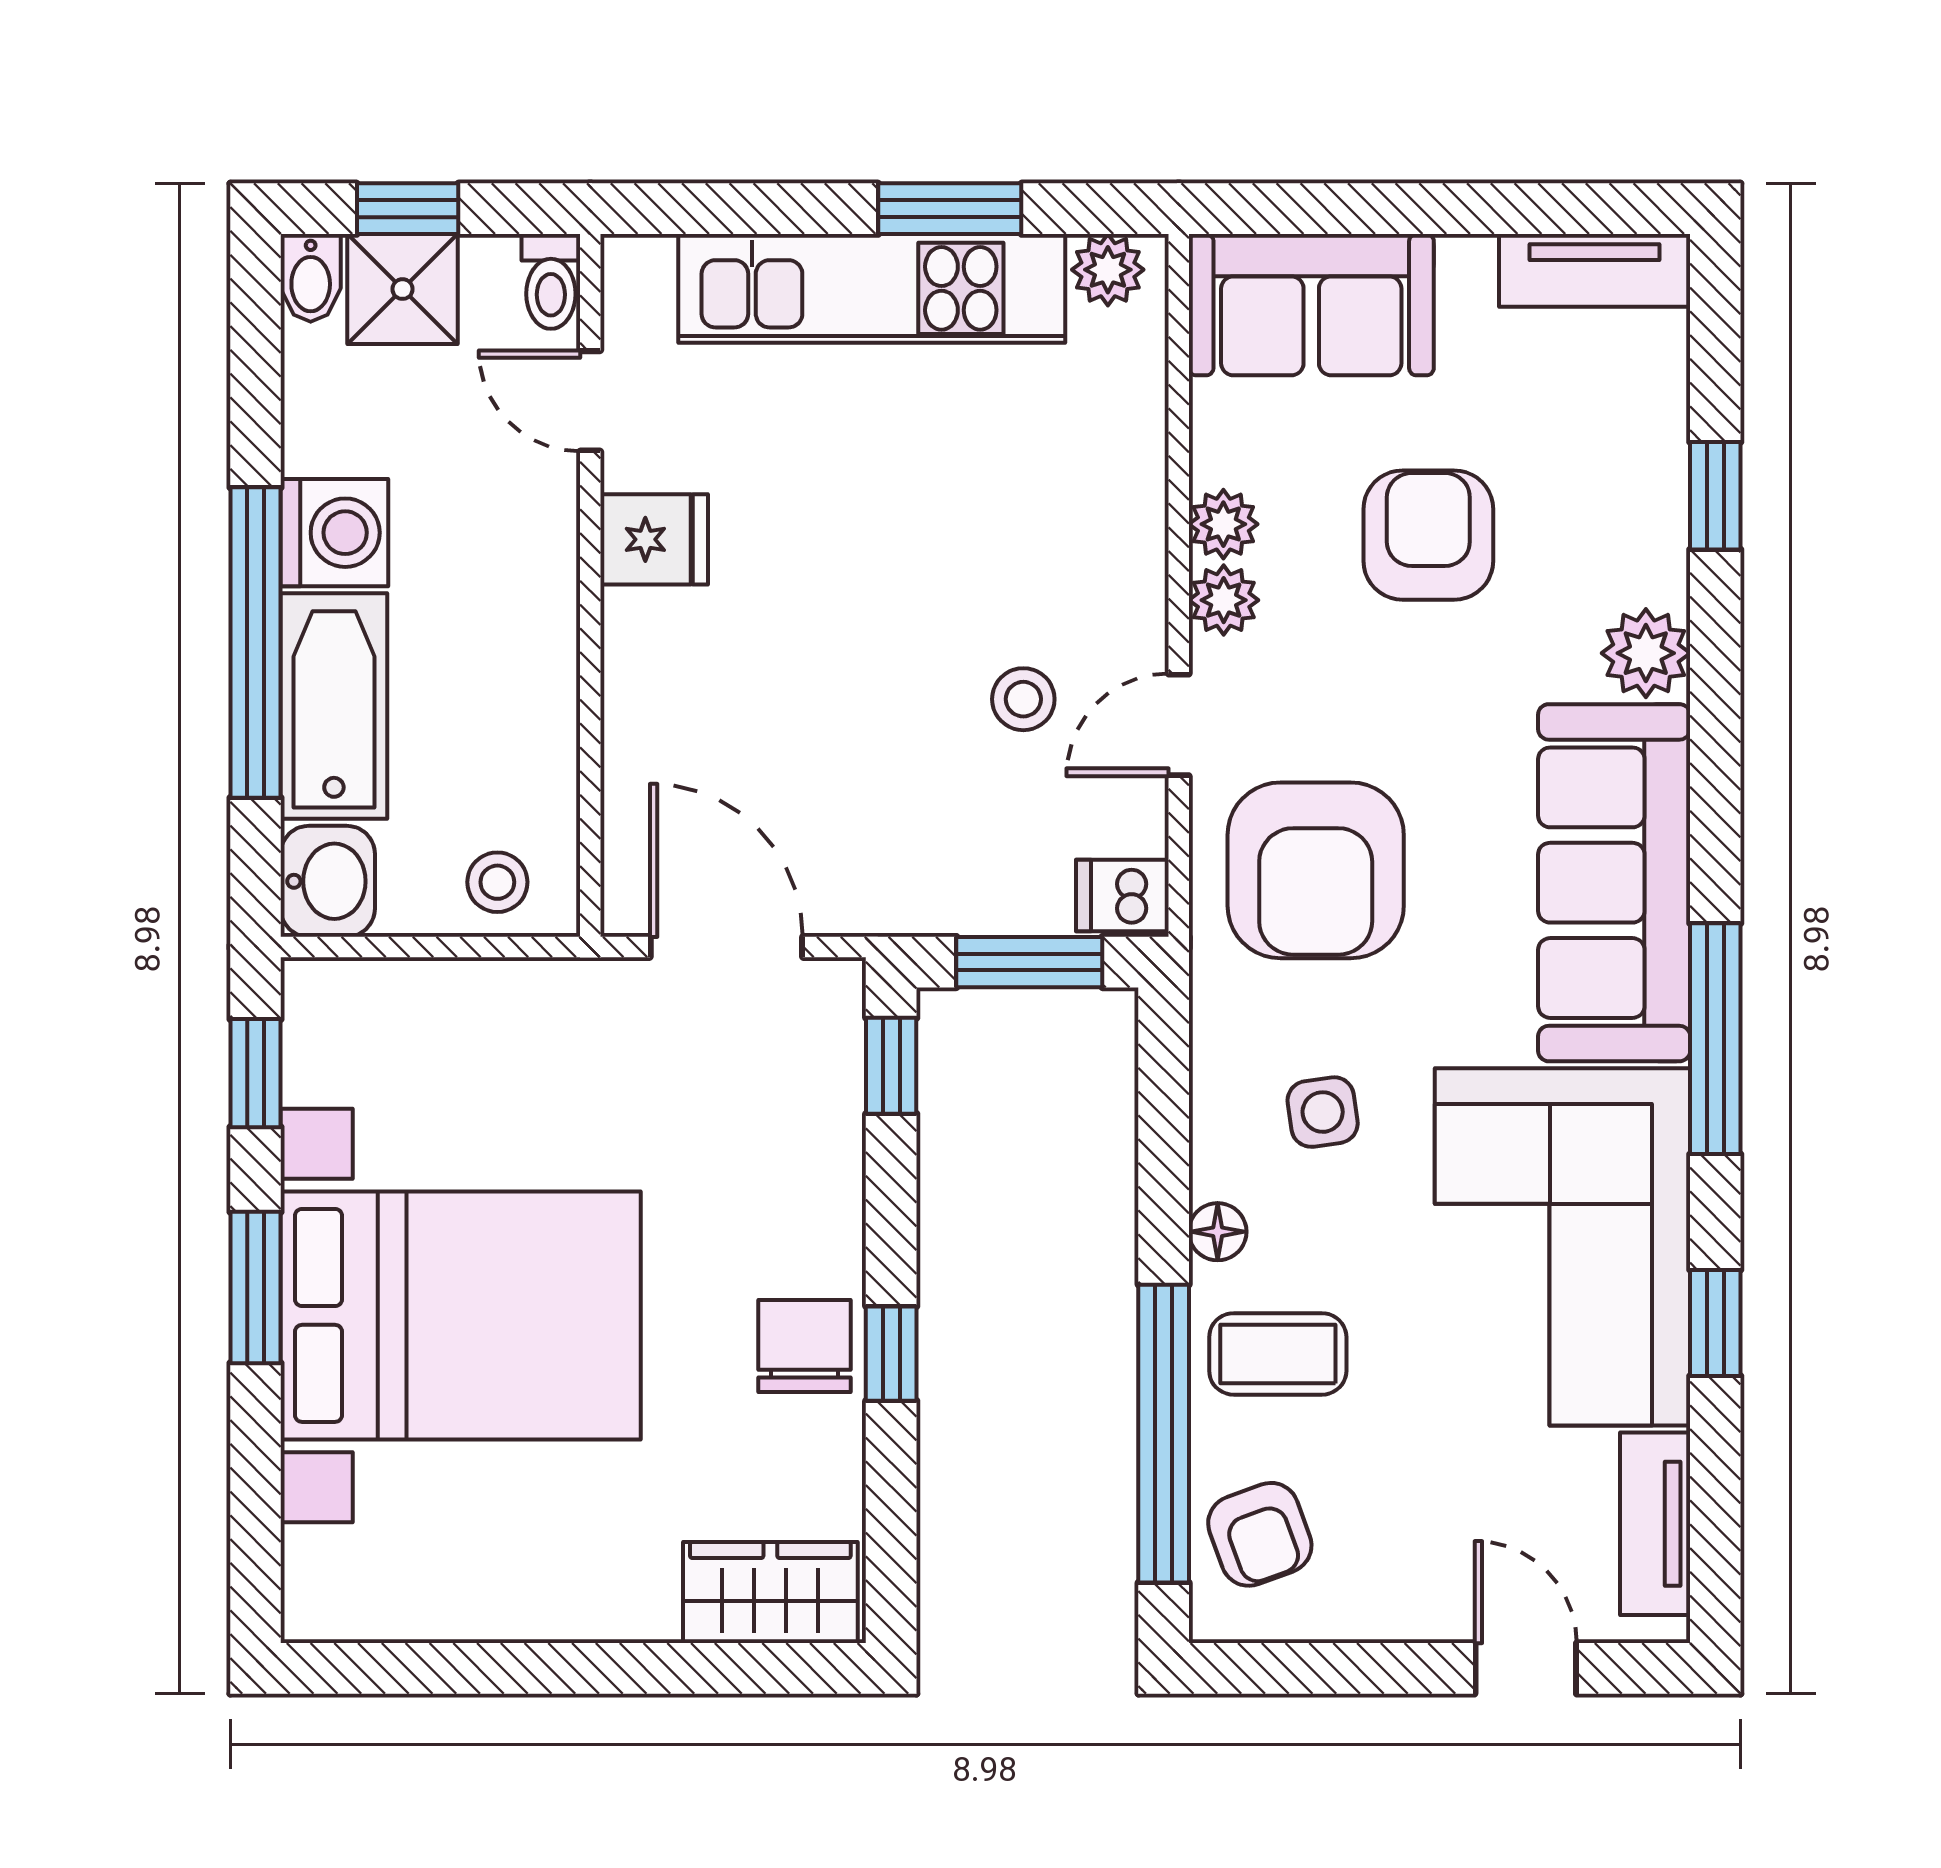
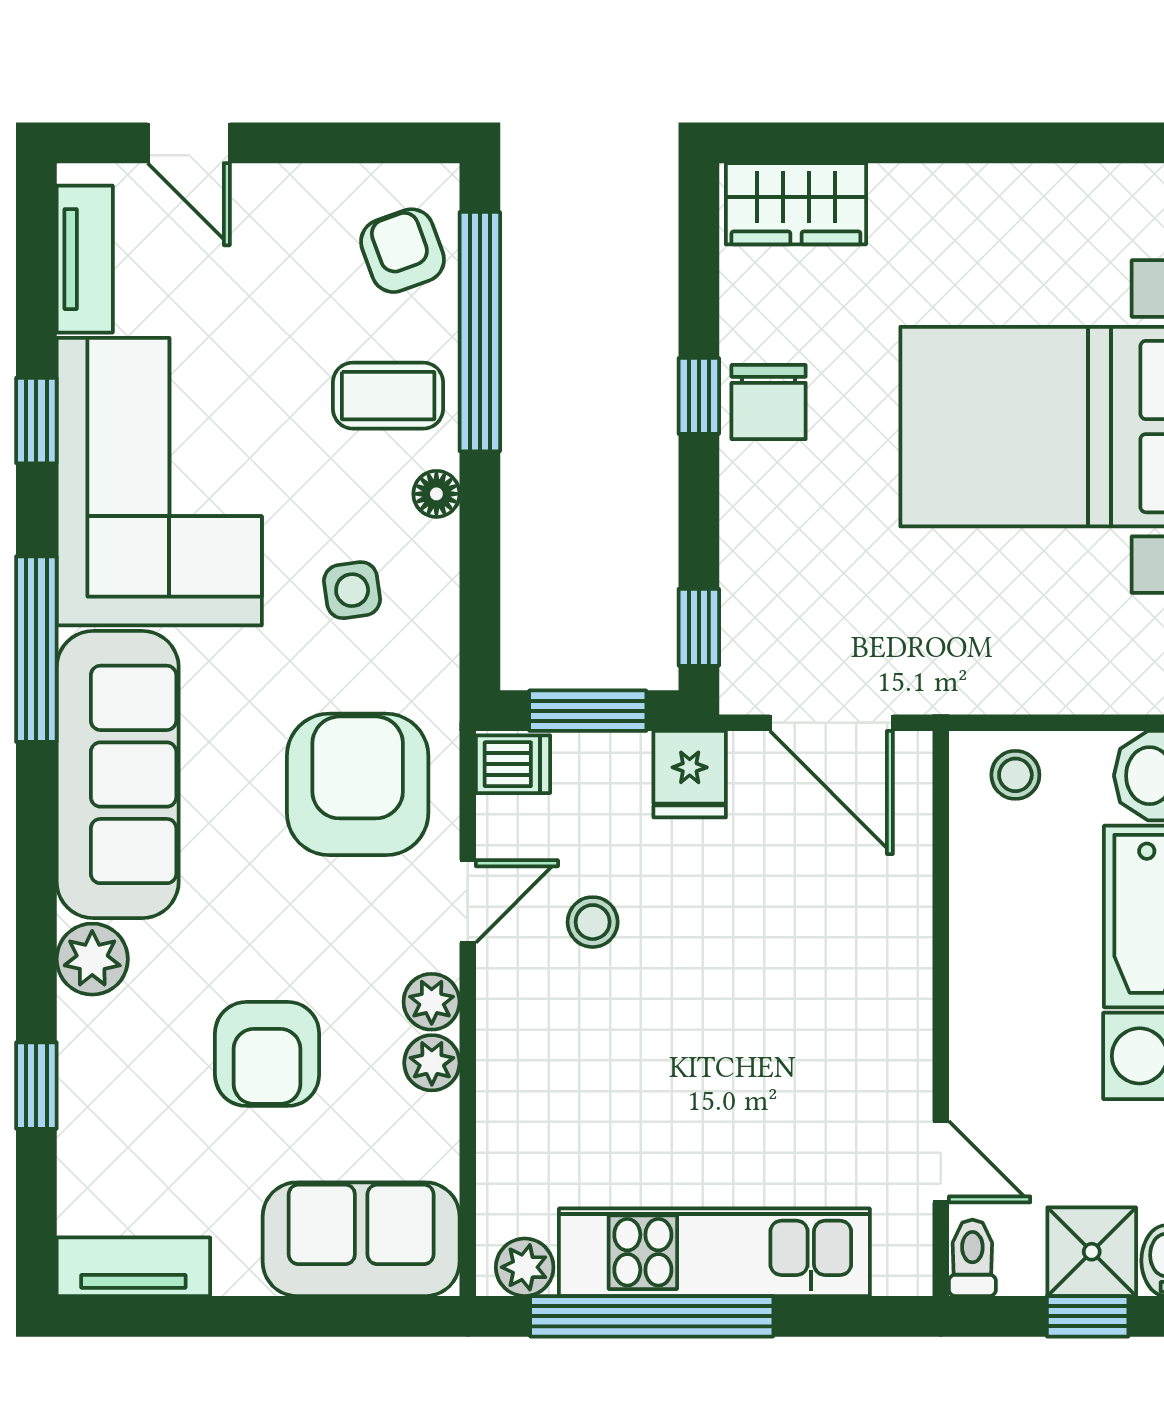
window: (950, 209) -> (652, 1316), width x2.11
fridge: (654, 539) -> (690, 774), moved, turned -90

